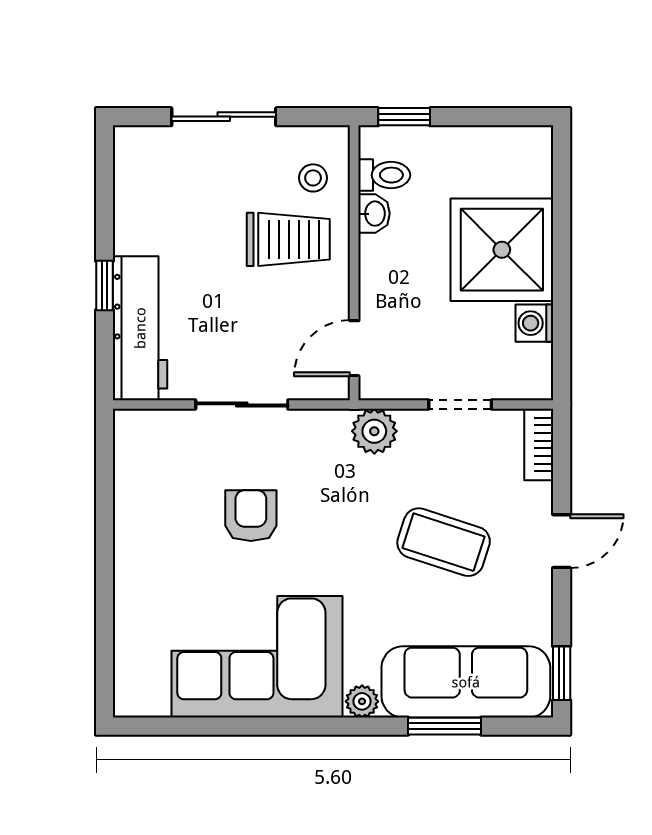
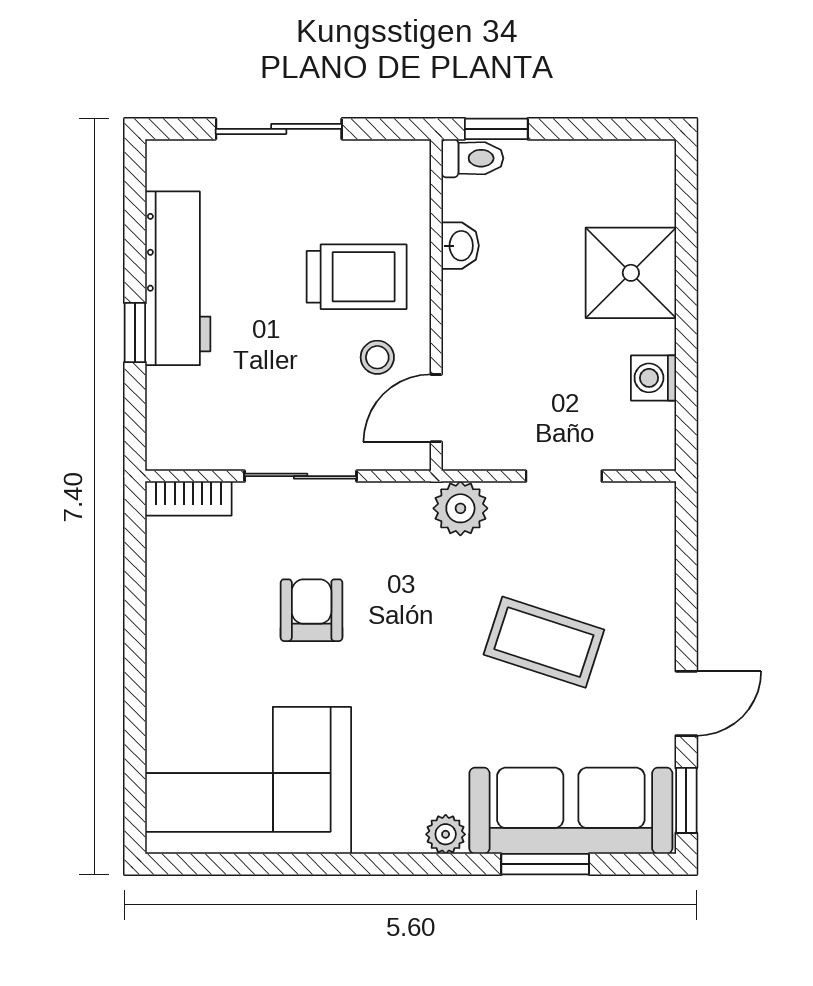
toilet: (384, 175) -> (472, 158), moved
stool: (313, 178) -> (377, 357), moved
shower: (502, 250) -> (631, 273), width x0.73, depth x0.73
workbench: (140, 328) -> (178, 278), moved
bookcase: (539, 445) -> (188, 498), moved, turned -90
door: (562, 541) -> (686, 703), moved
corner sofa: (257, 657) -> (248, 780), moved

